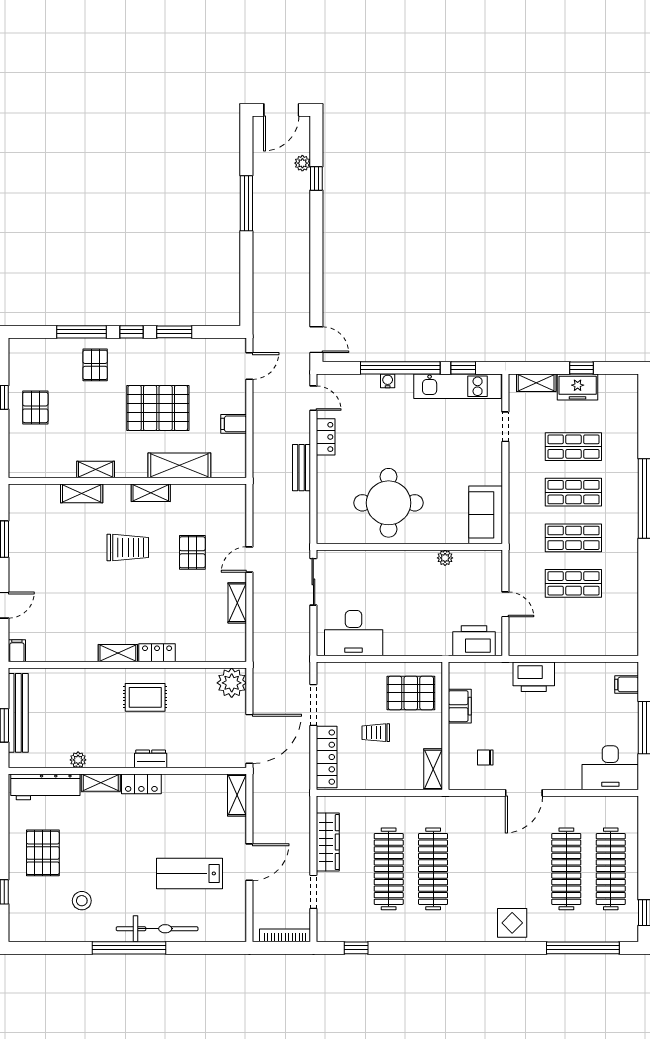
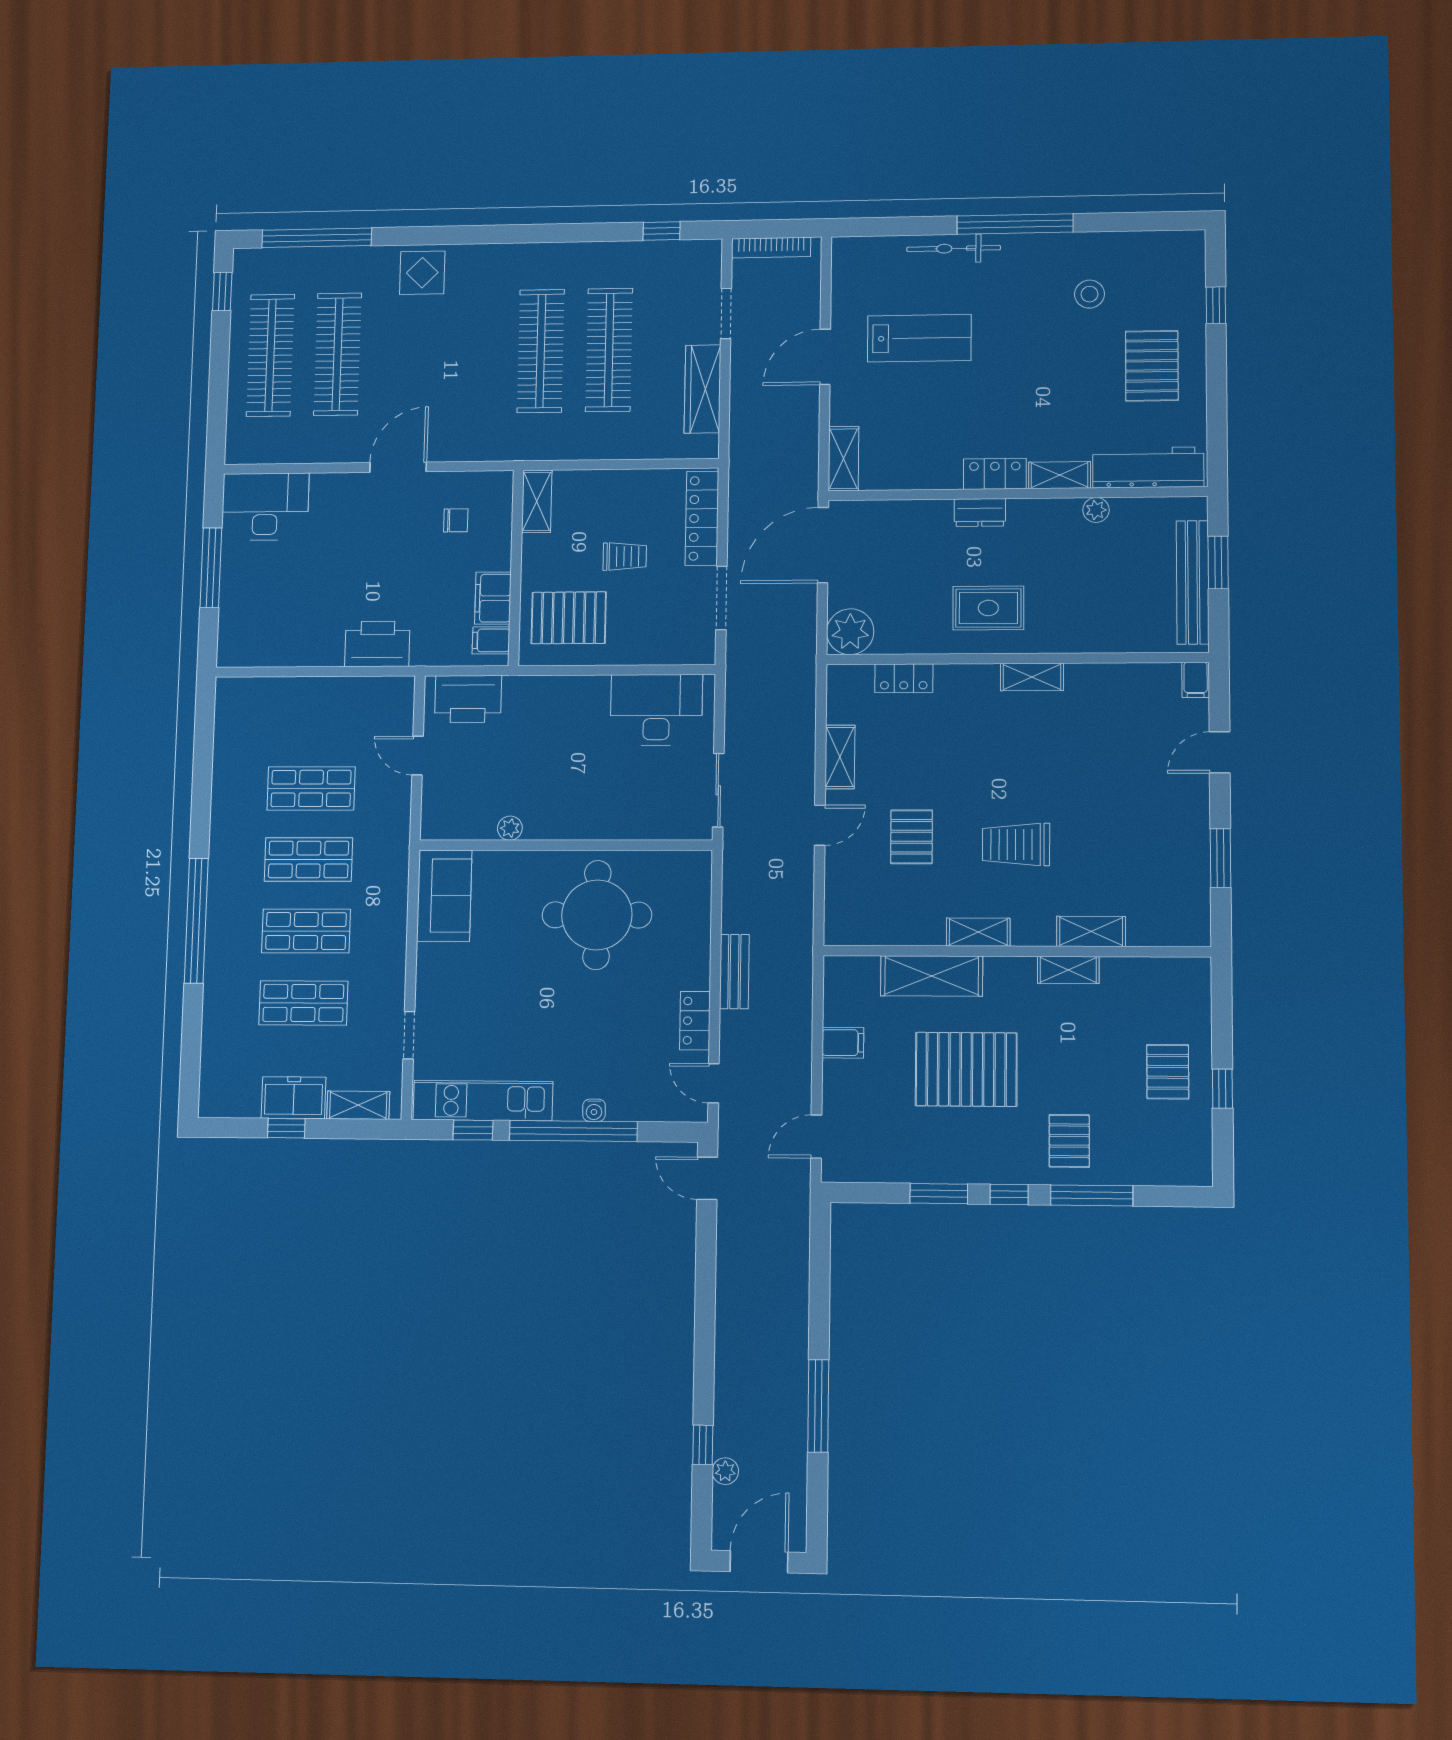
locker: (157, 653) -> (904, 678), moved
filing cabinet: (627, 684) -> (491, 640), moved, turned 180
bicycle: (157, 929) -> (954, 248), width x0.73, depth x0.71

